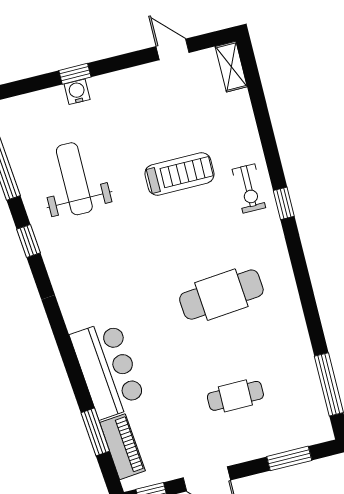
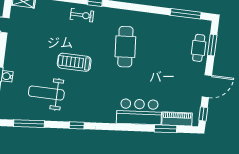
treadmill: (179, 174) -> (74, 62), moved, turned -90
window: (28, 241) -> (77, 125), moved
cafe table: (235, 396) -> (199, 48), moved

